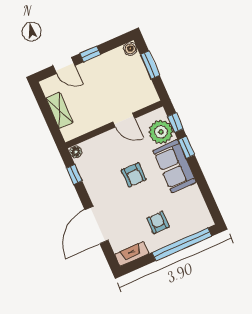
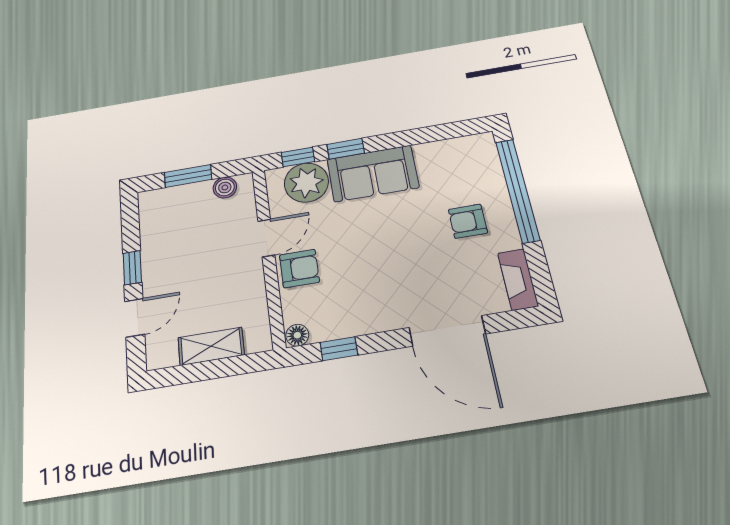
boiler: (130, 49) -> (225, 187), moved
armchair: (134, 175) -> (299, 268), moved

